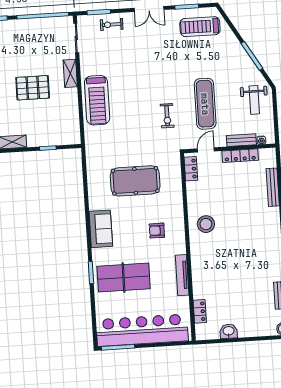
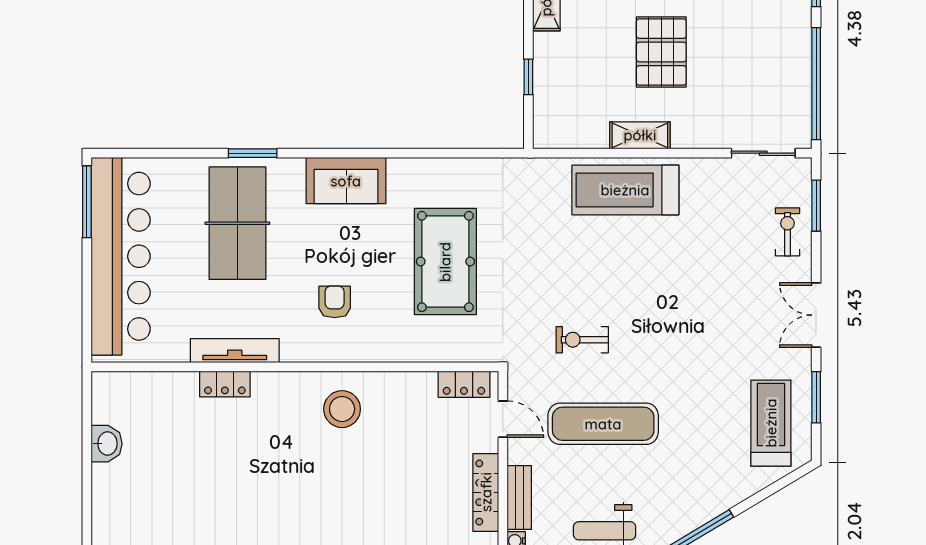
shelving: (70, 73) -> (640, 135), moved
locker: (200, 311) -> (225, 384), moved

